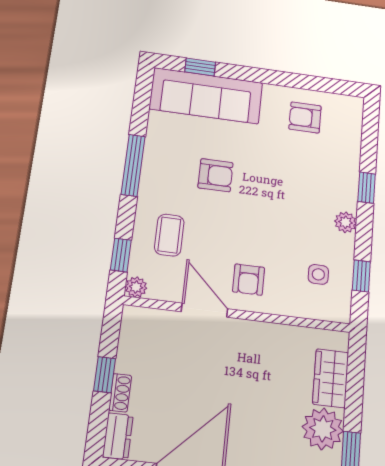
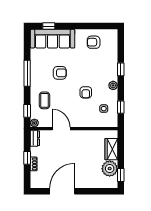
armchair: (249, 280) -> (86, 92), moved
dresser: (118, 436) -> (35, 138), moved

